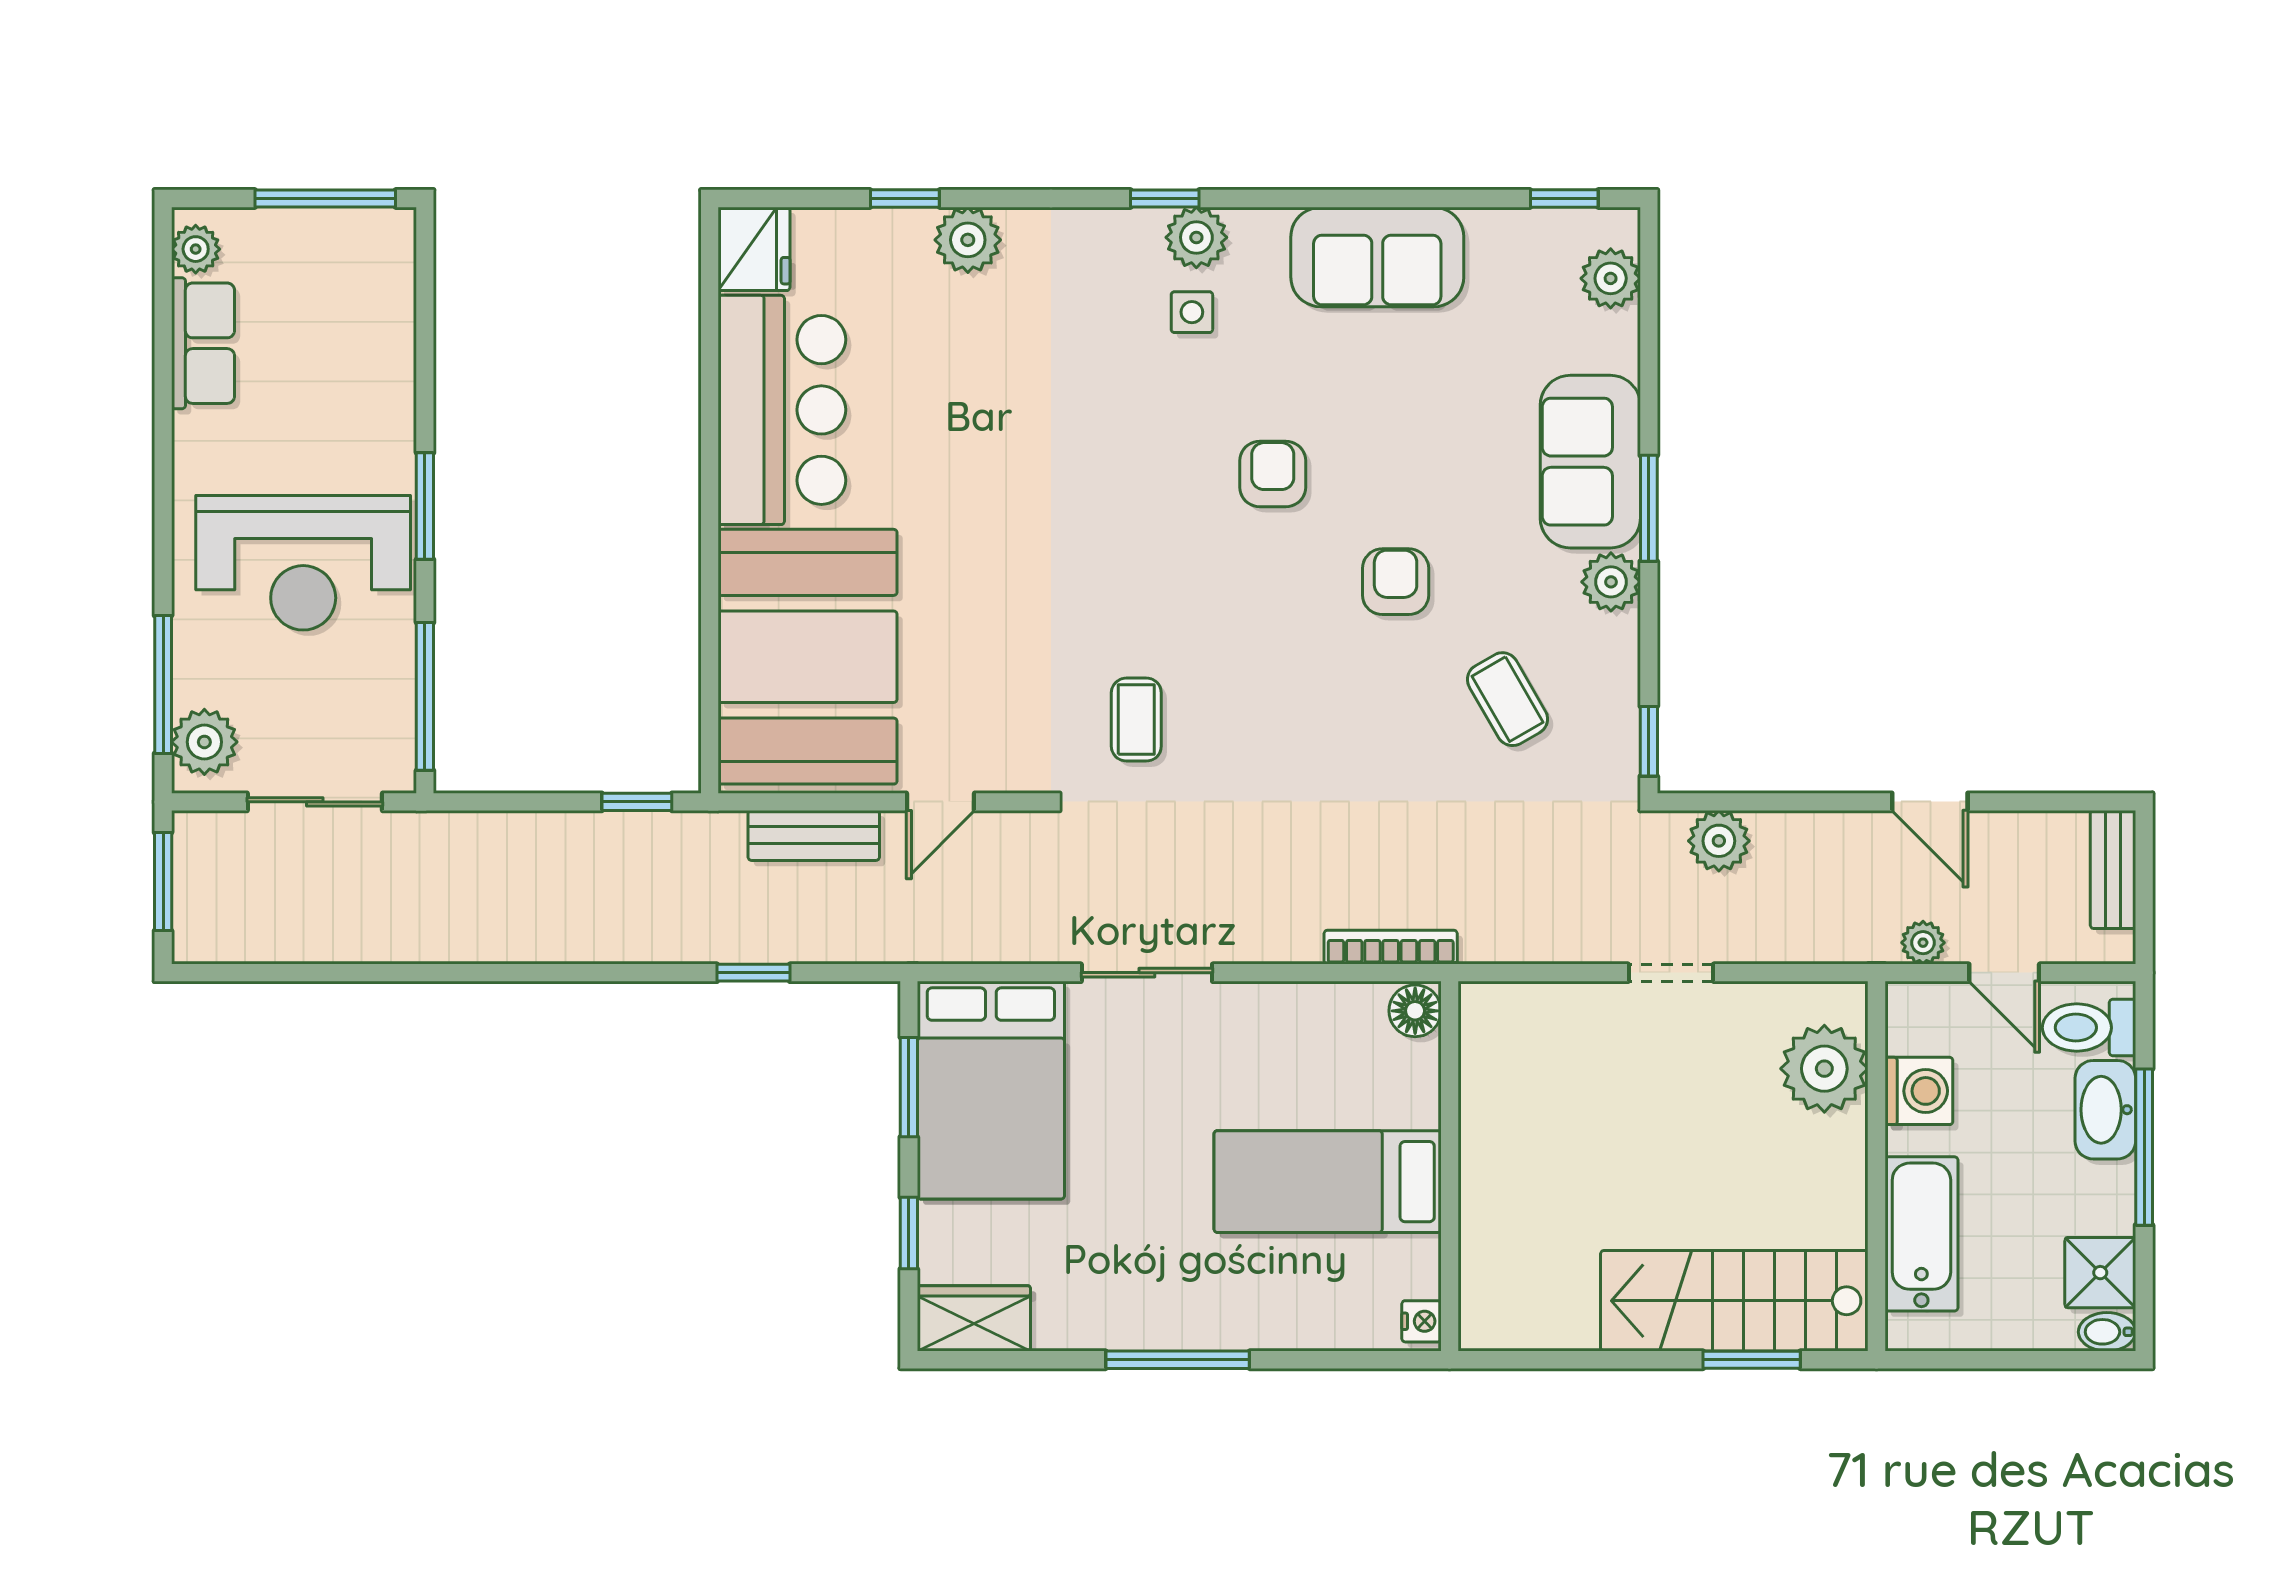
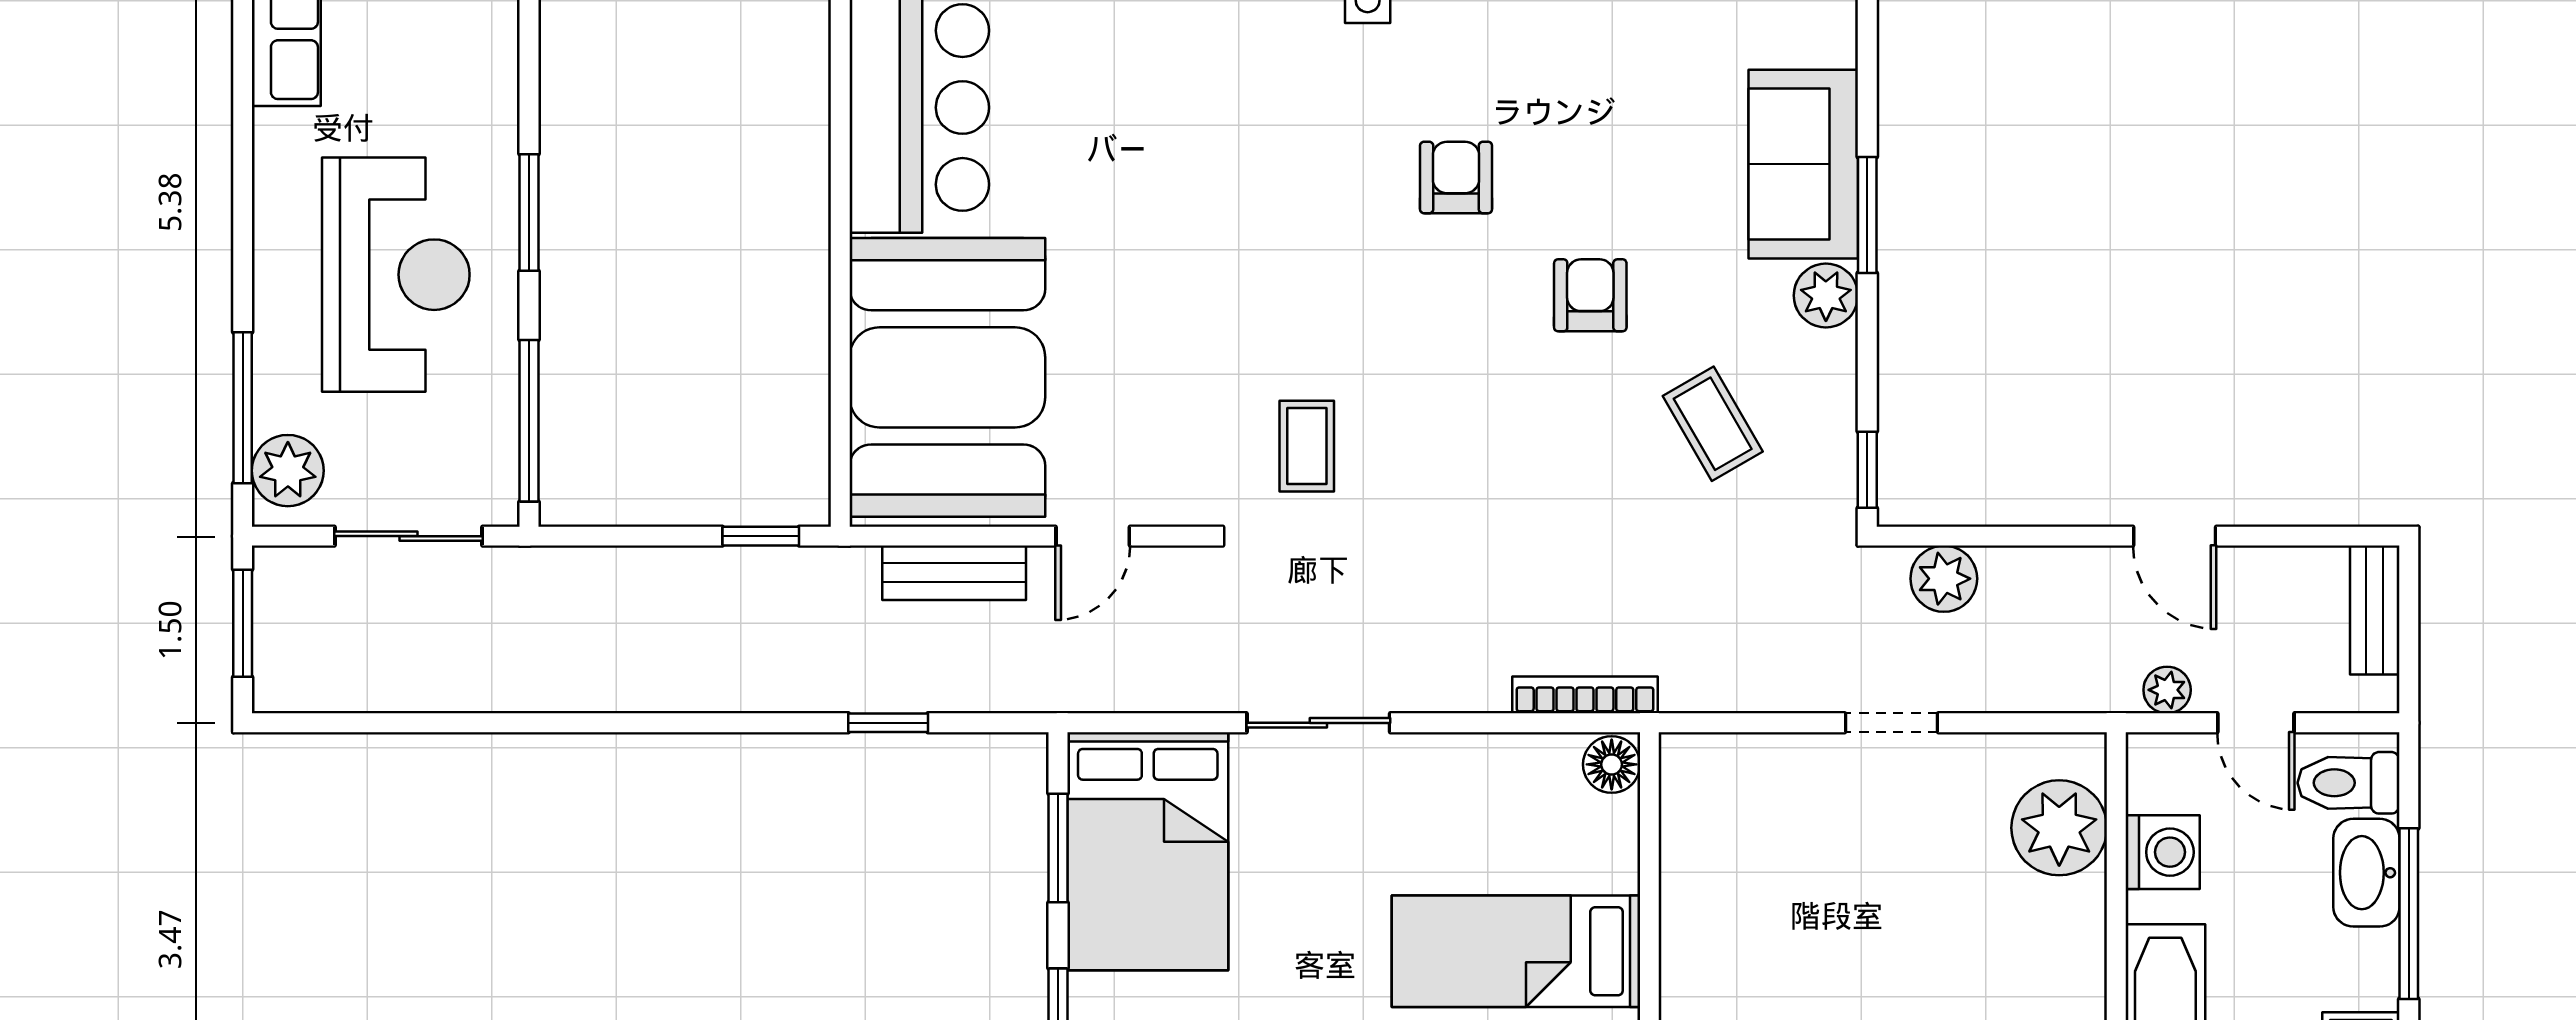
reception desk: (303, 563) -> (396, 275), turned -90

